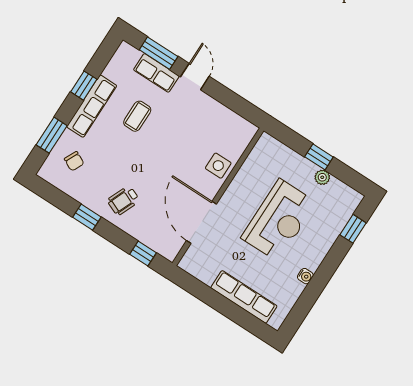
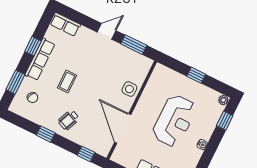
window: (159, 53) -> (134, 45), moved
row of seats: (156, 73) -> (65, 24), moved
door: (195, 77) -> (107, 31), hinge flipped
coffee table: (137, 116) -> (67, 82), moved
plant: (322, 177) -> (223, 100), moved
water cooler: (305, 276) -> (202, 145), moved

